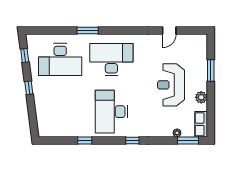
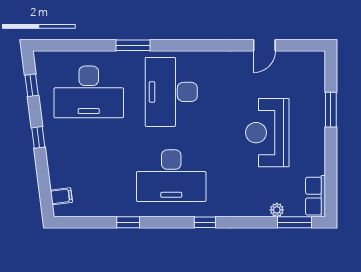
desk: (111, 60) -> (171, 92), turned -90
plant: (201, 97) -> (316, 153), removed
desk: (111, 112) -> (171, 176), turned -90
filing cabinet: (43, 124) -> (61, 196), added

